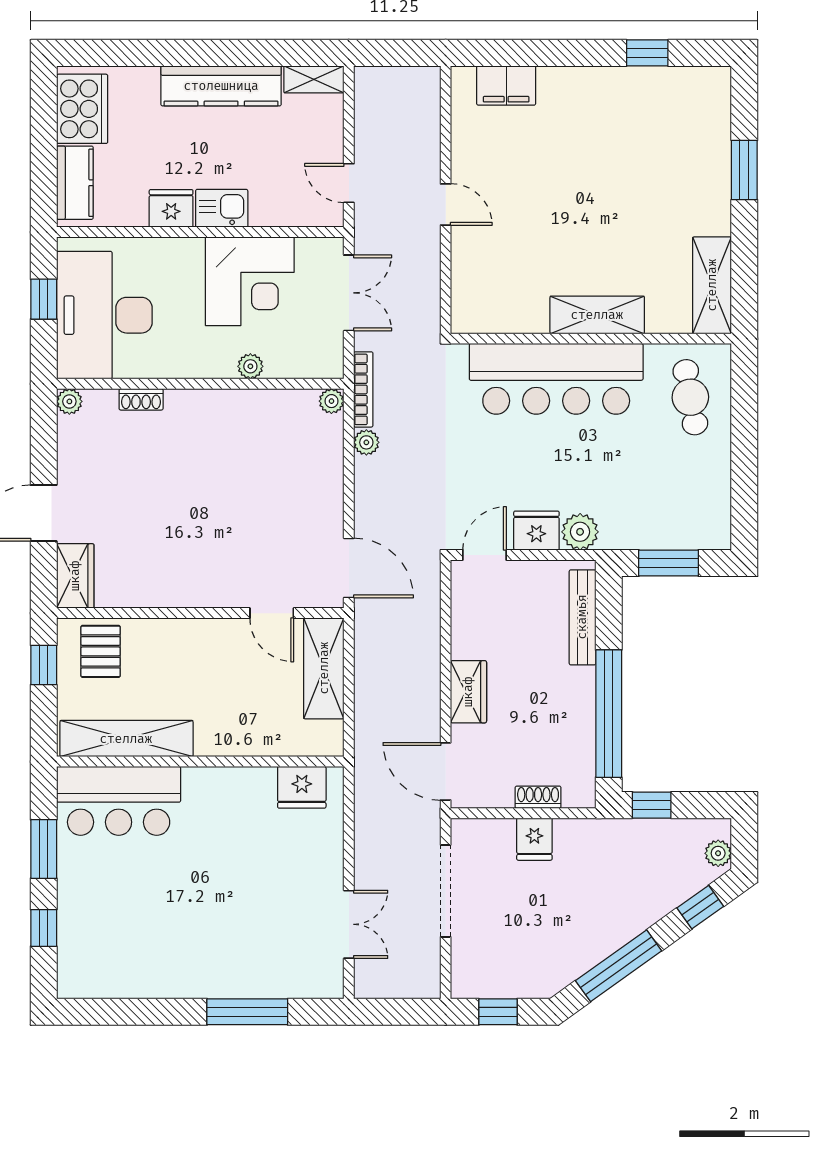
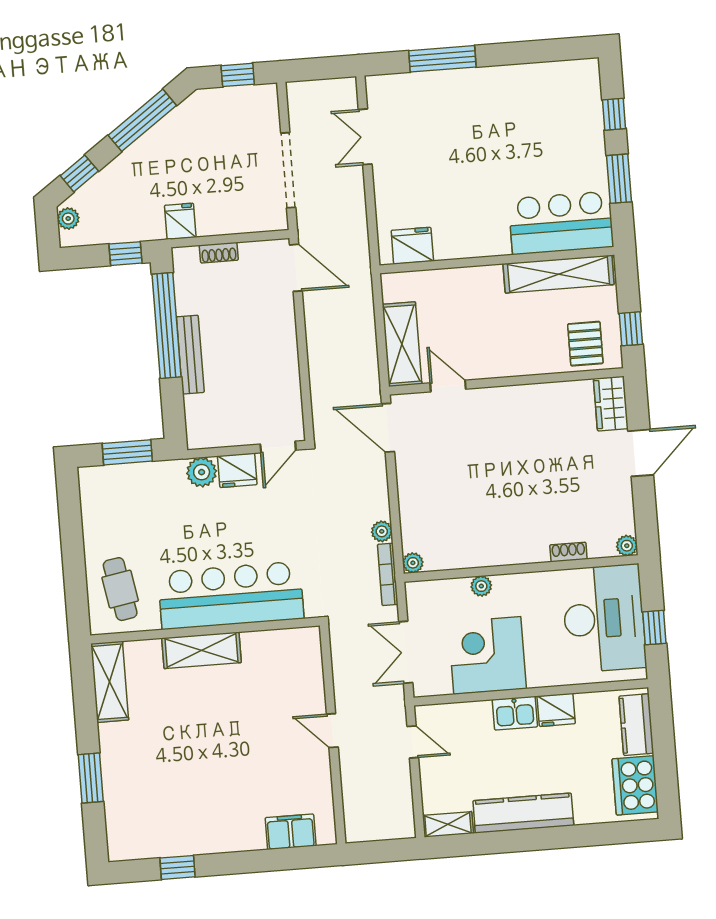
bench: (582, 617) -> (190, 355), moved
wardrobe: (468, 692) -> (282, 334), removed
fridge: (534, 839) -> (180, 221), moved

